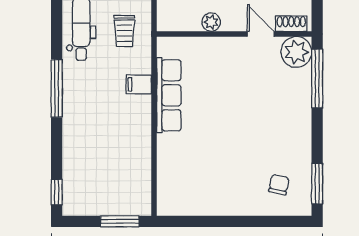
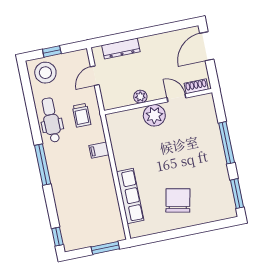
plant: (296, 52) -> (154, 115), moved
window: (317, 79) -> (227, 143), moved
row of seats: (169, 95) -> (130, 196), moved
chair: (279, 185) -> (178, 200), moved, width x1.87, depth x1.87

